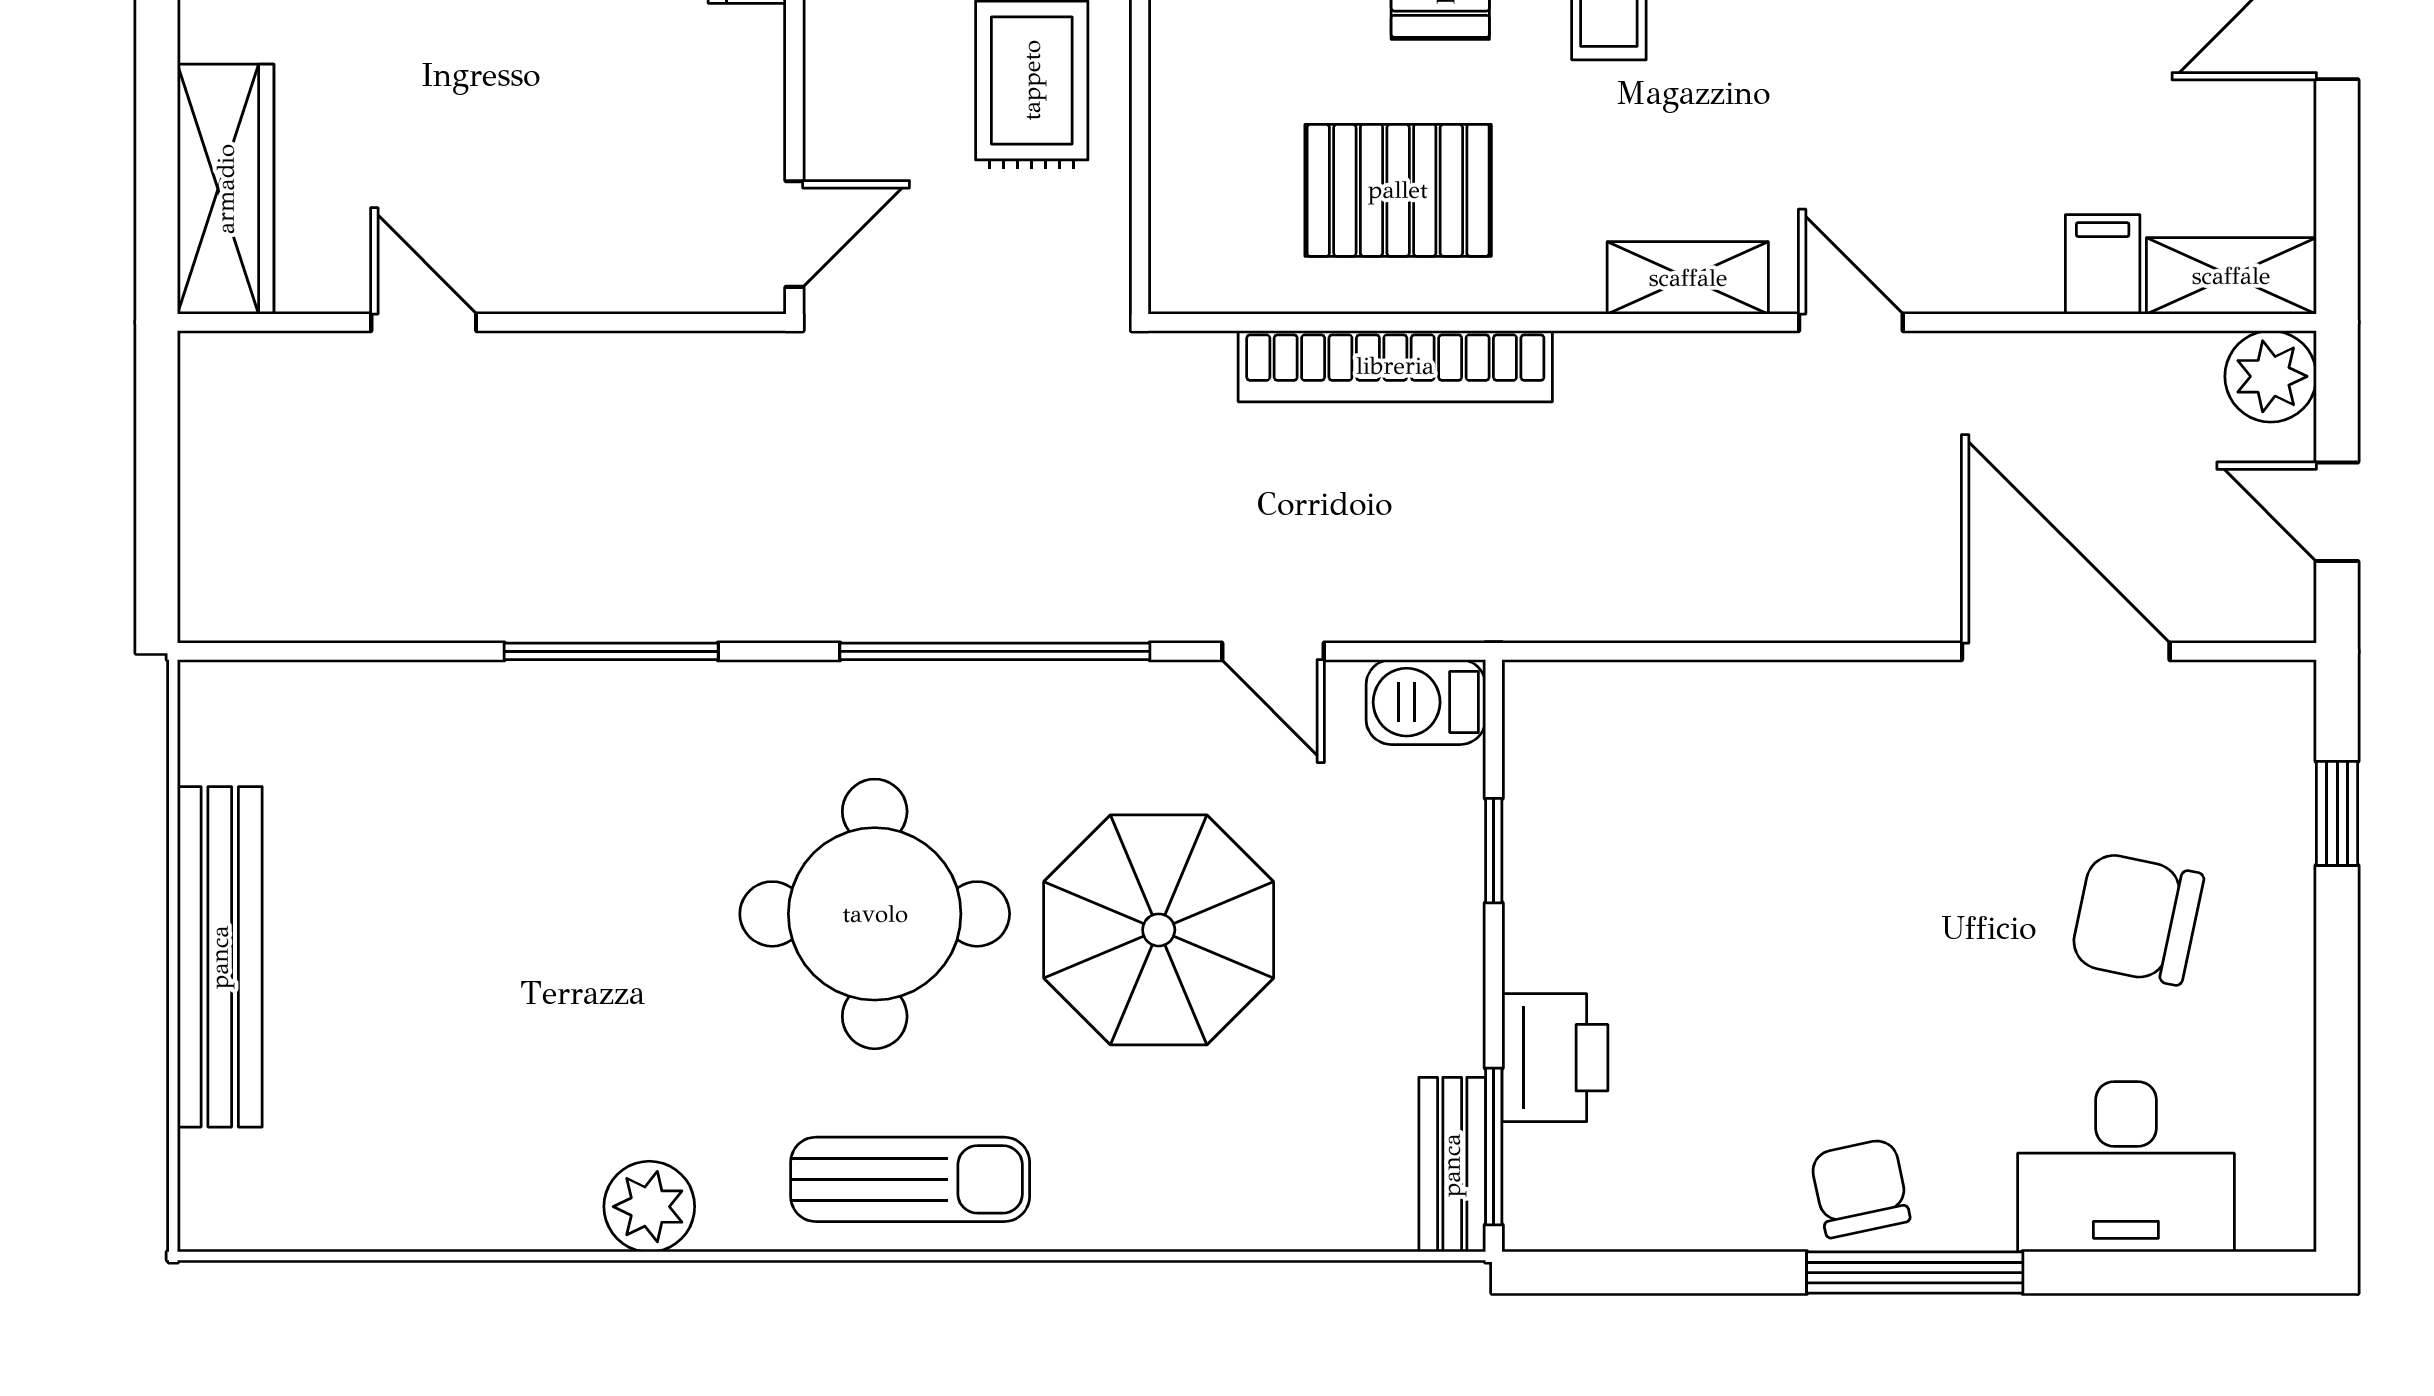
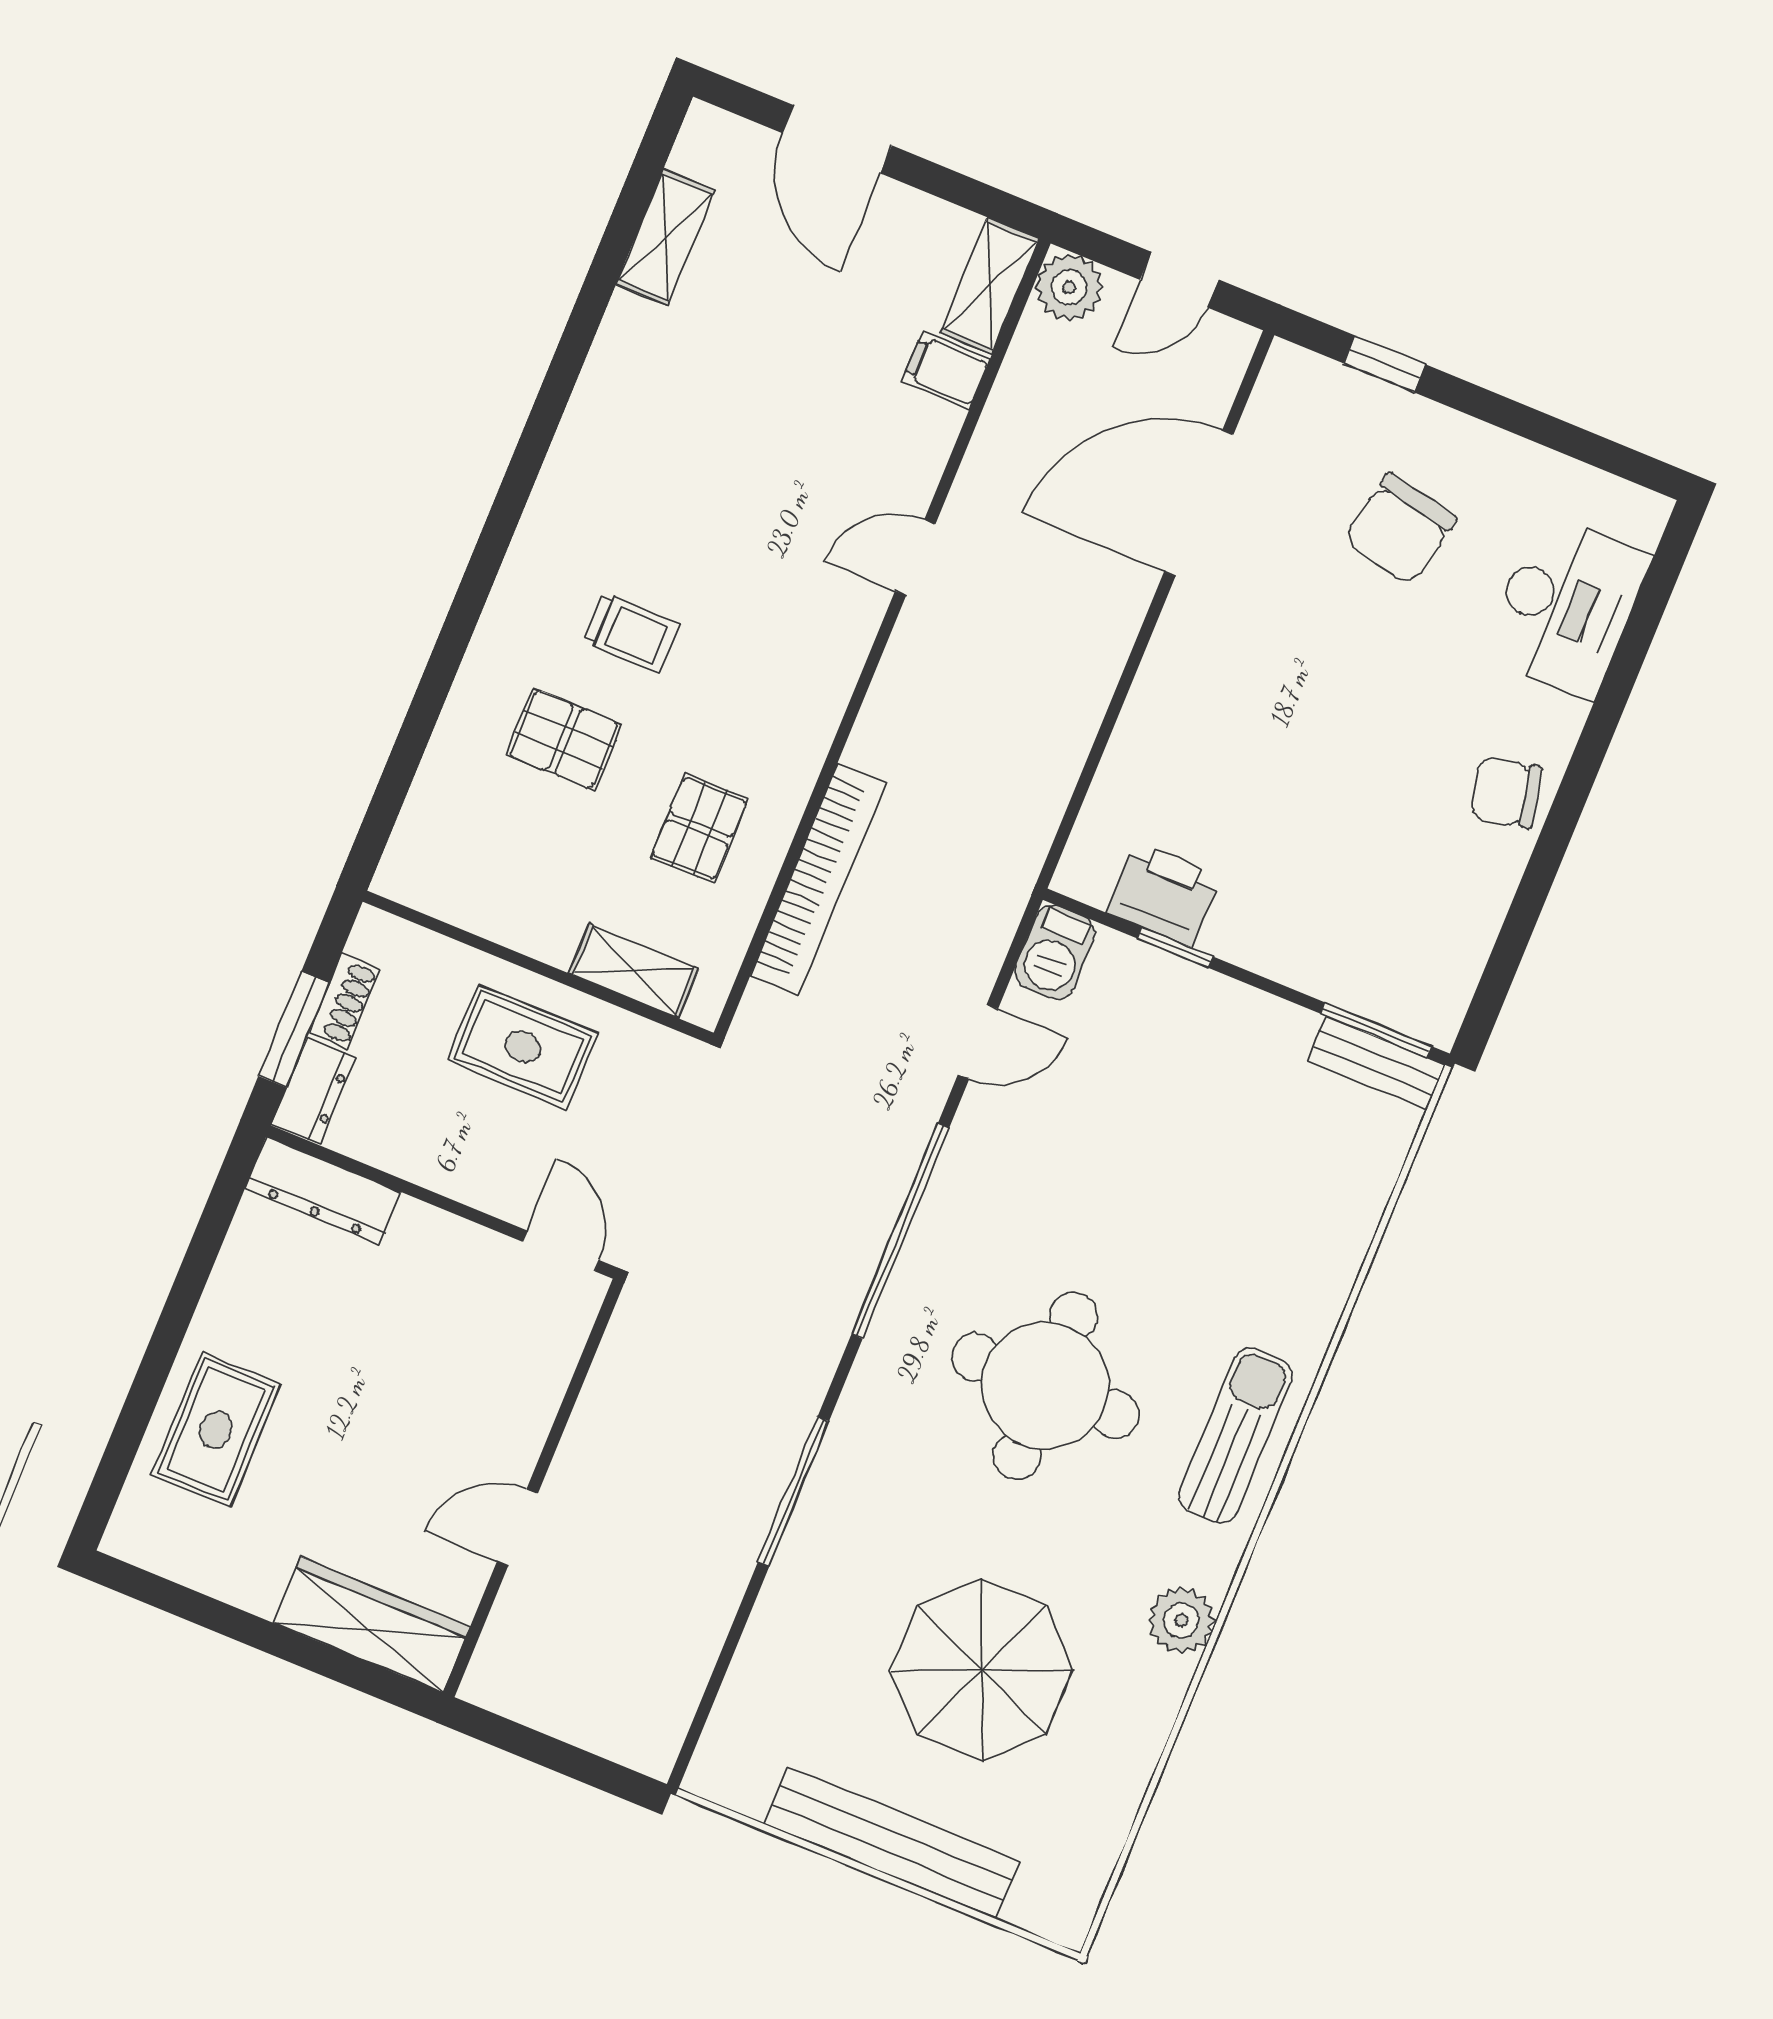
pallet: (1398, 190) -> (699, 828), width x0.67, depth x0.71
shelving: (1688, 278) -> (634, 971), moved, turned 90
parasol: (1159, 930) -> (982, 1670), moved
printer: (1555, 1058) -> (1163, 894), moved
window: (1915, 1273) -> (1579, 779), removed

